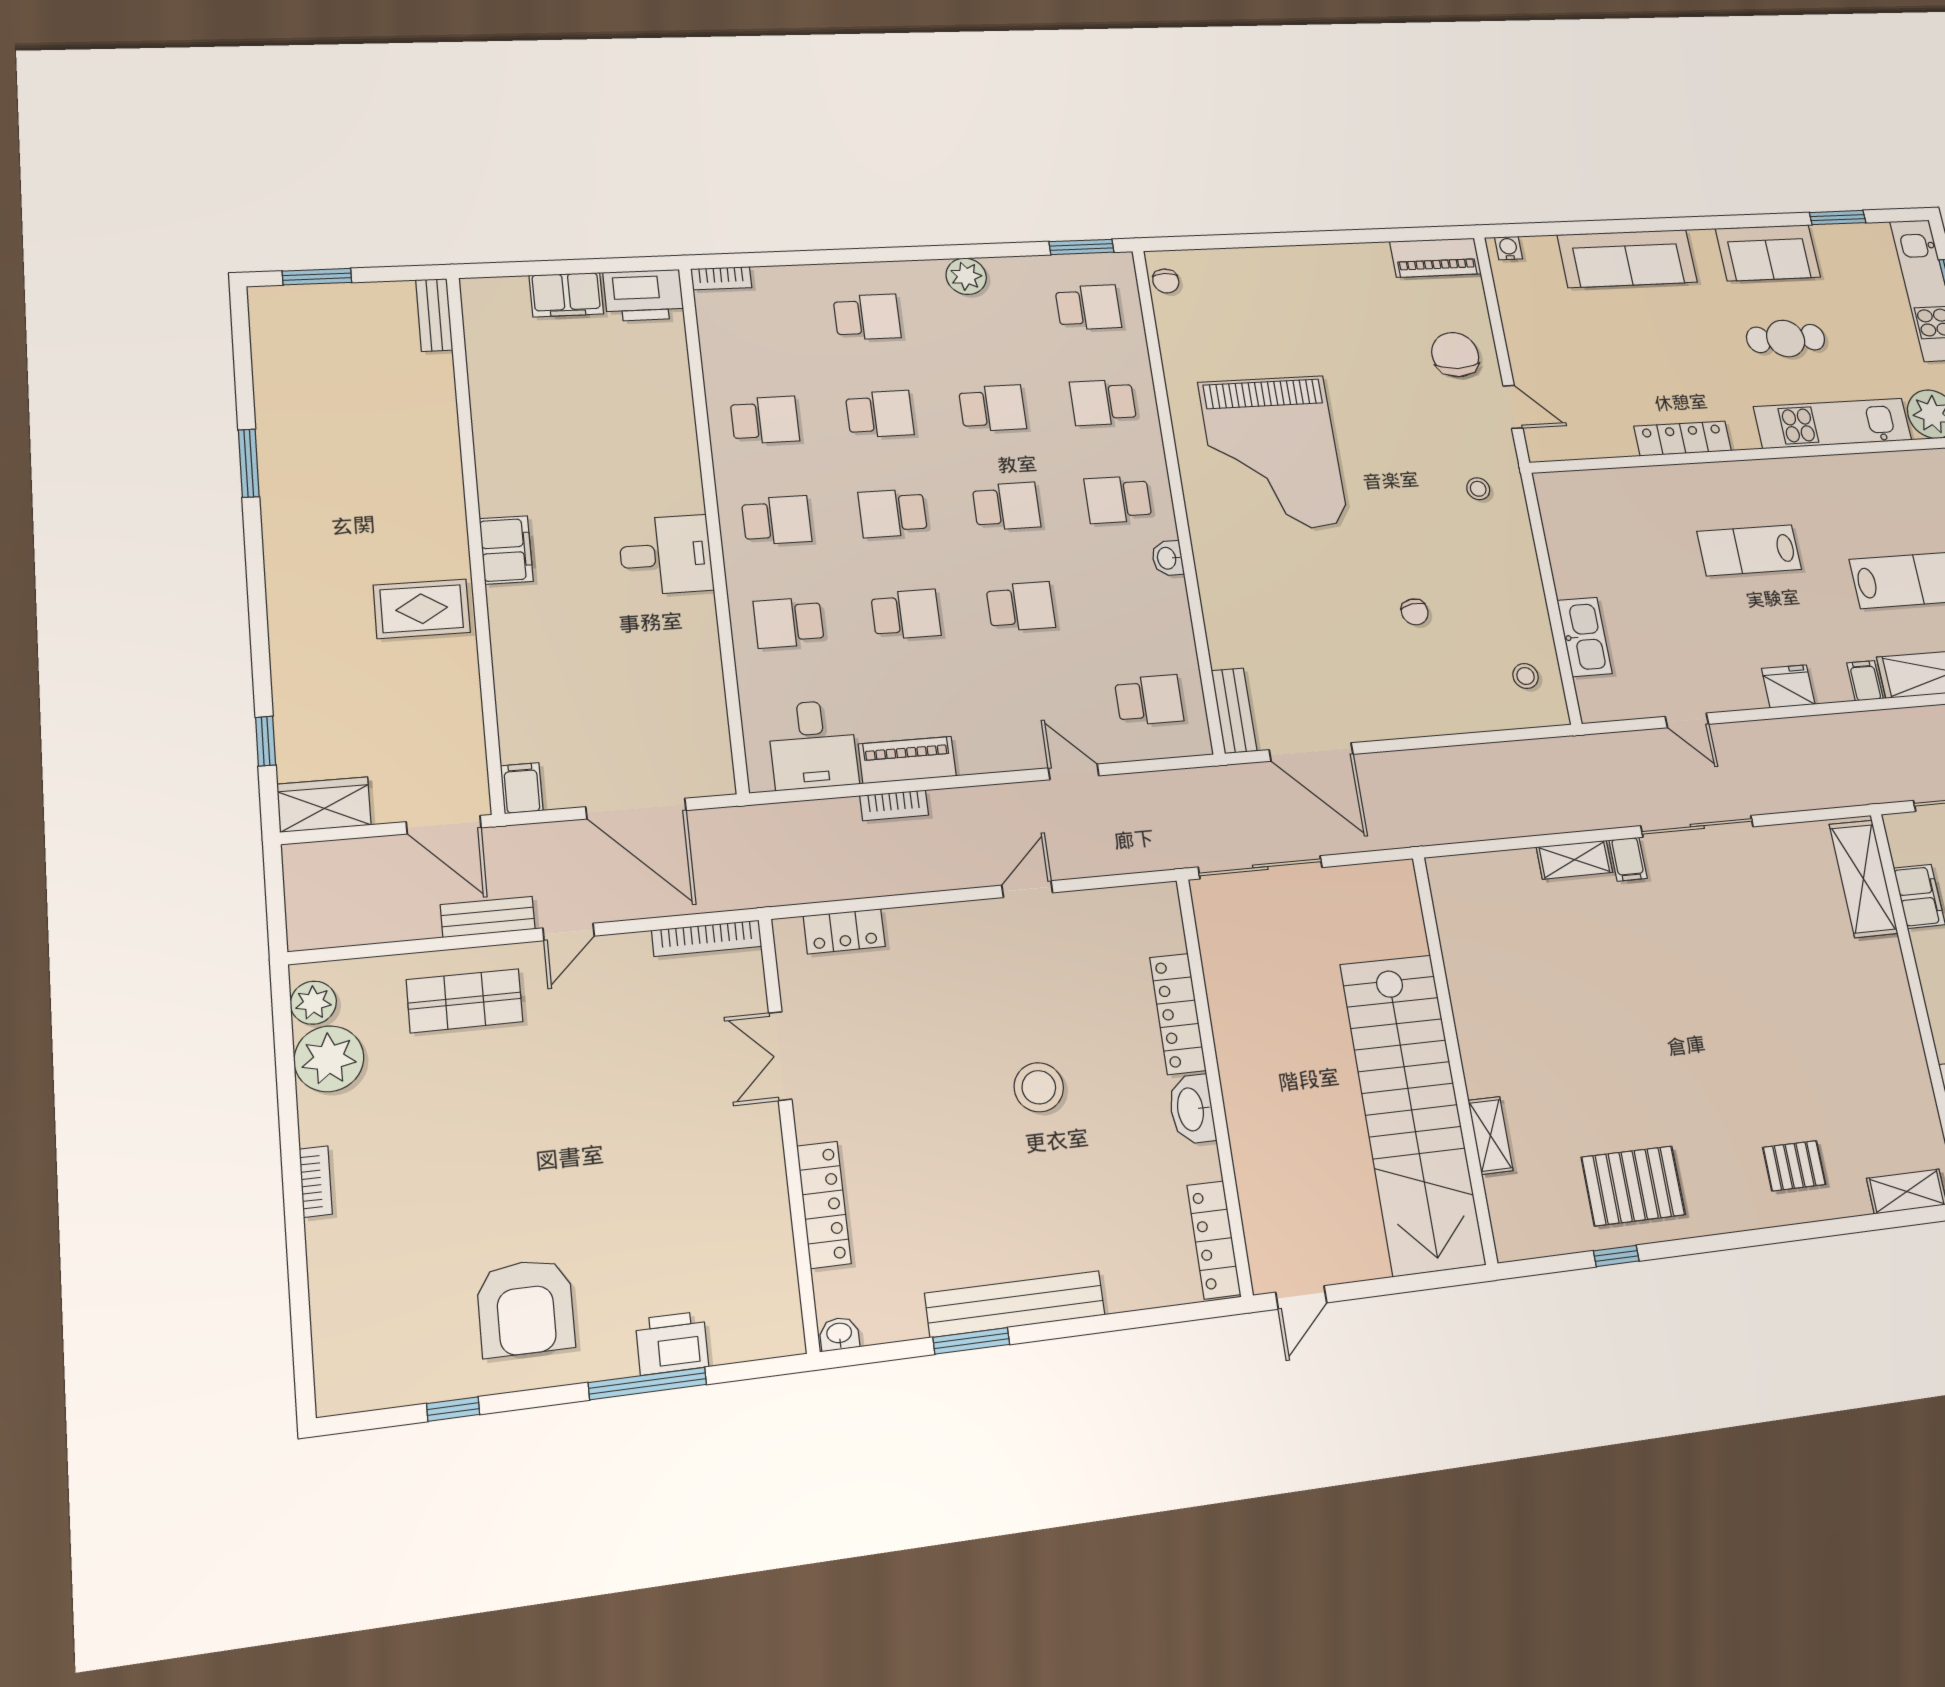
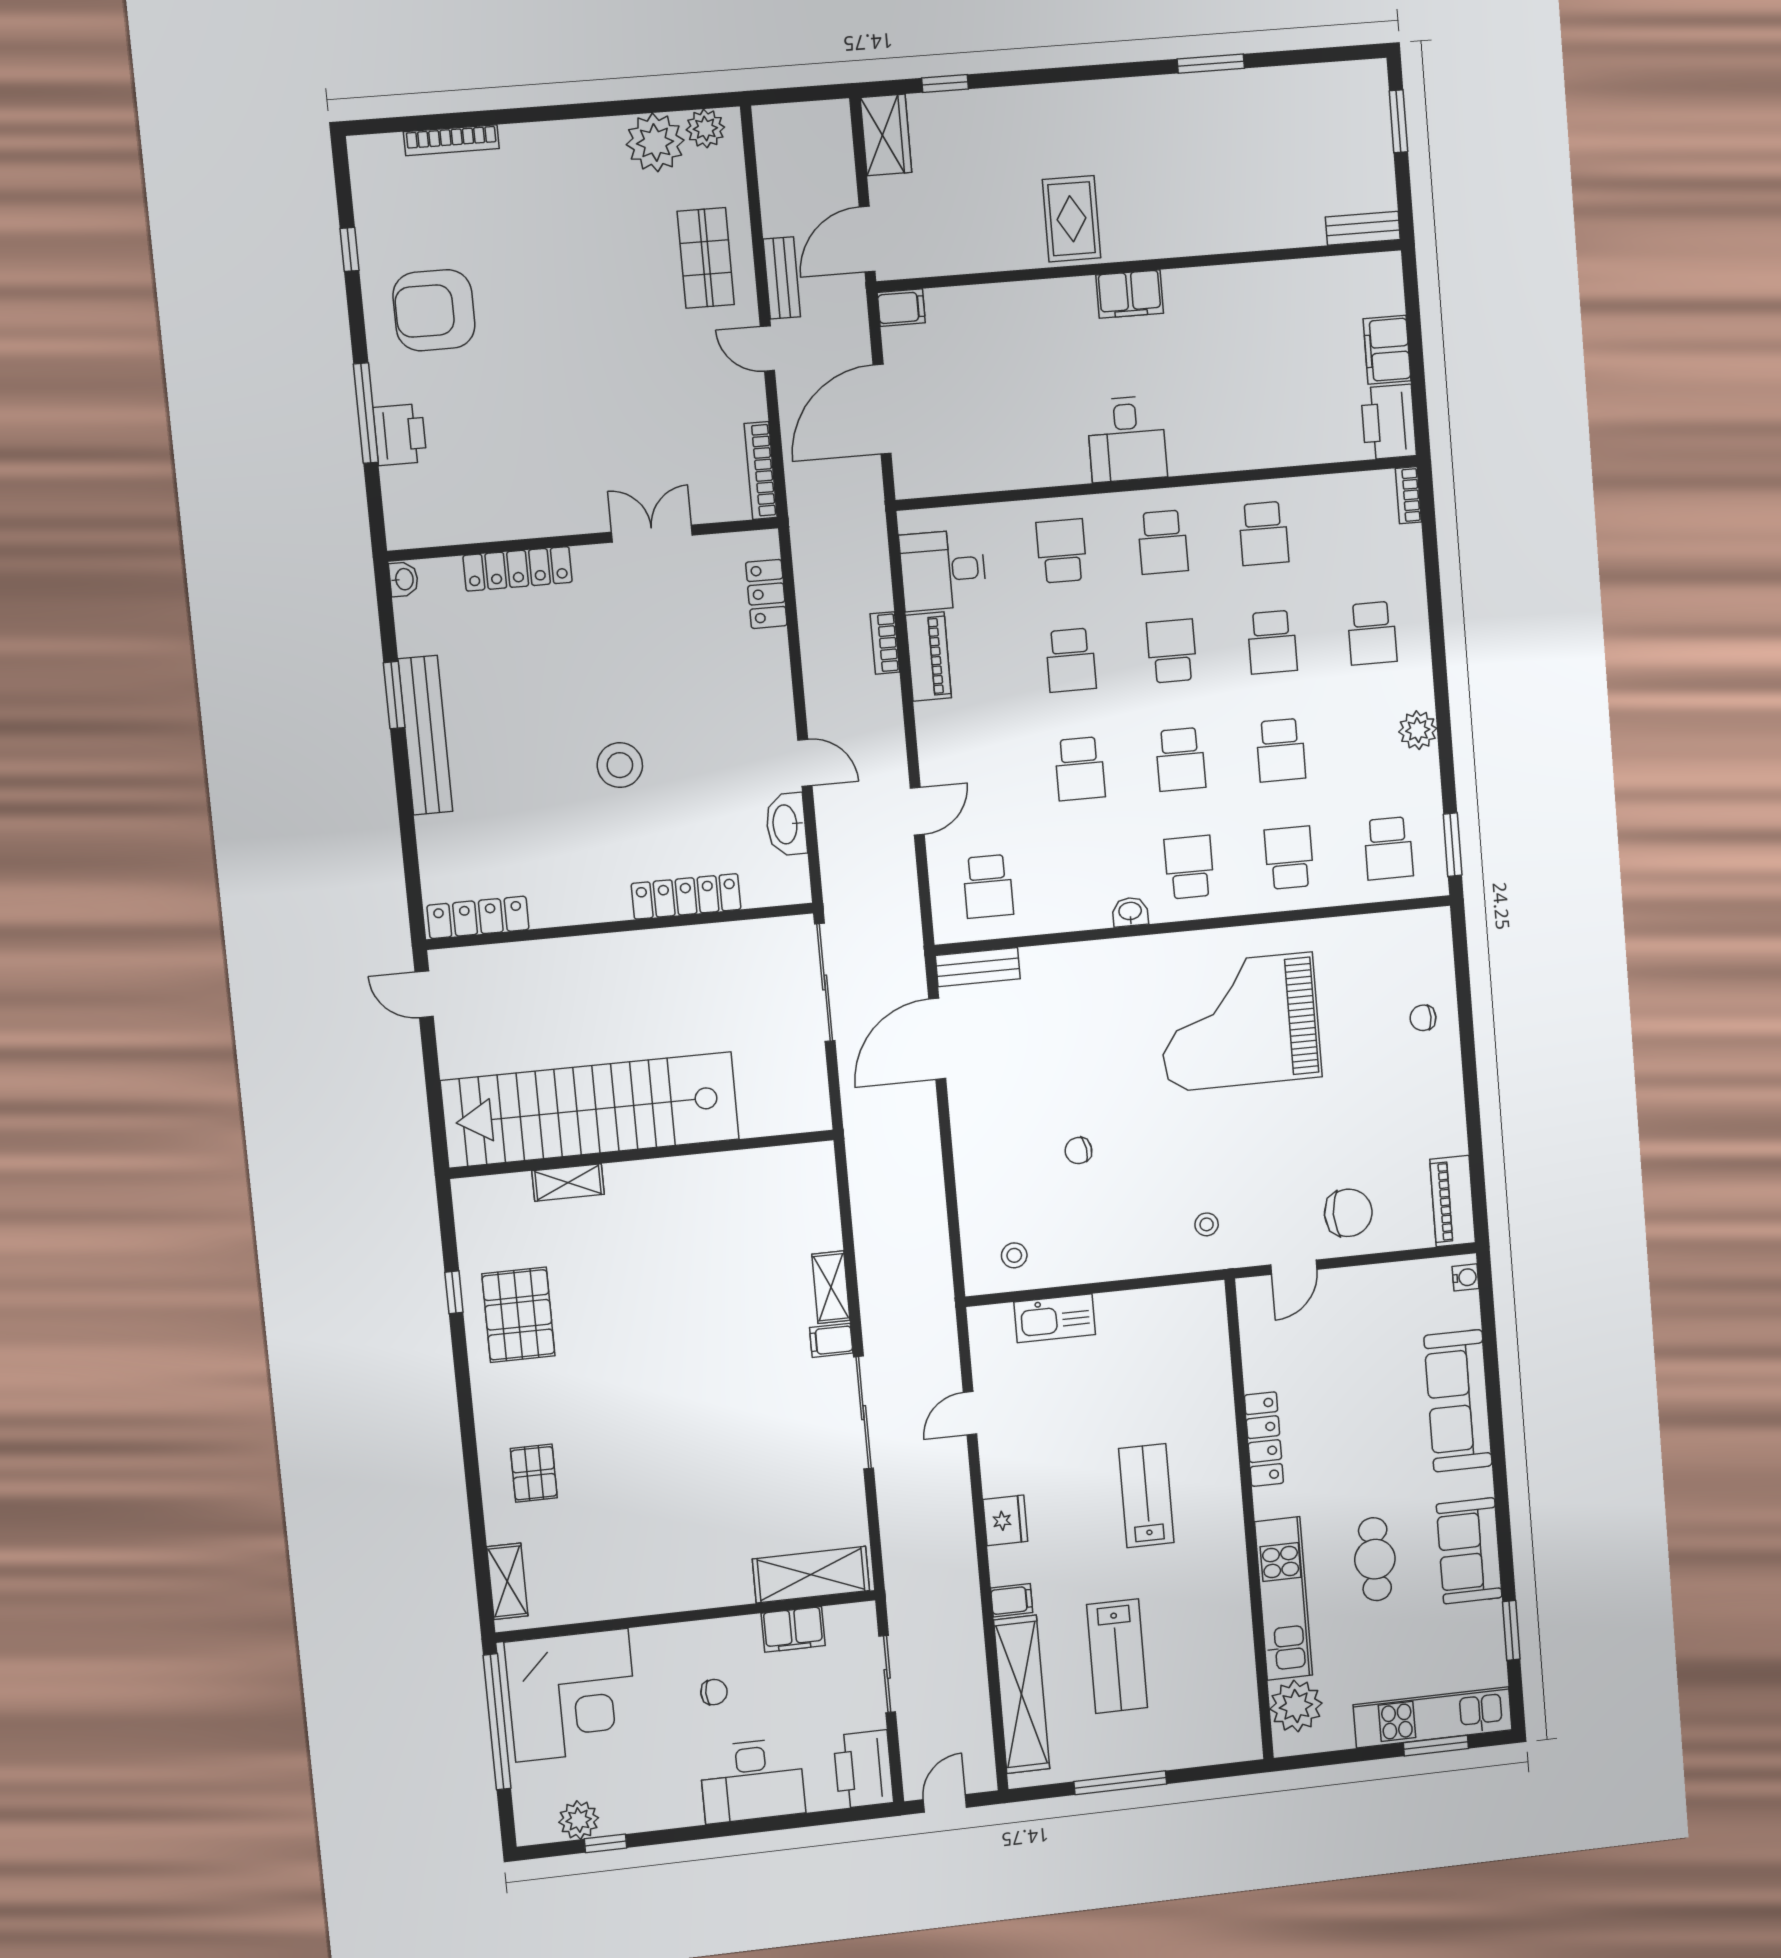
chair: (1166, 281) -> (1423, 1018), moved
washbasin: (1192, 1109) -> (786, 824), moved, turned -90
bookcase: (316, 1182) -> (451, 140), moved, width x1.56

